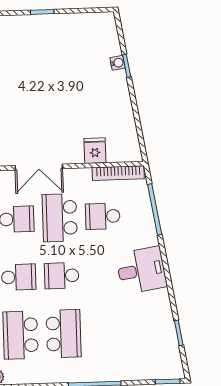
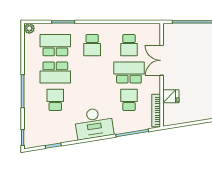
desk: (141, 270) -> (94, 123), width x1.37
school desk: (62, 276) -> (55, 100), moved

